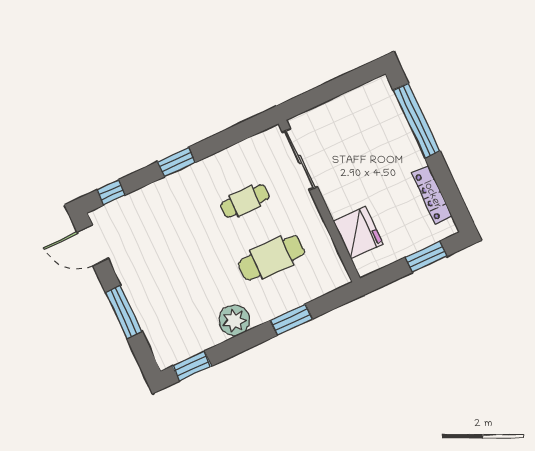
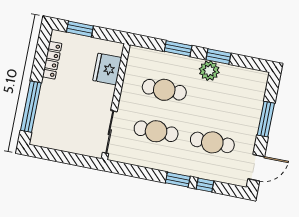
window: (111, 192) -> (205, 185), moved
cafe table: (245, 201) -> (156, 131), width x1.37, depth x1.35
cafe table: (168, 237) -> (212, 142), added
door: (93, 245) -> (256, 168), hinge flipped
window: (192, 366) -> (218, 56), moved

